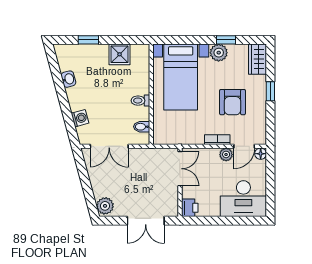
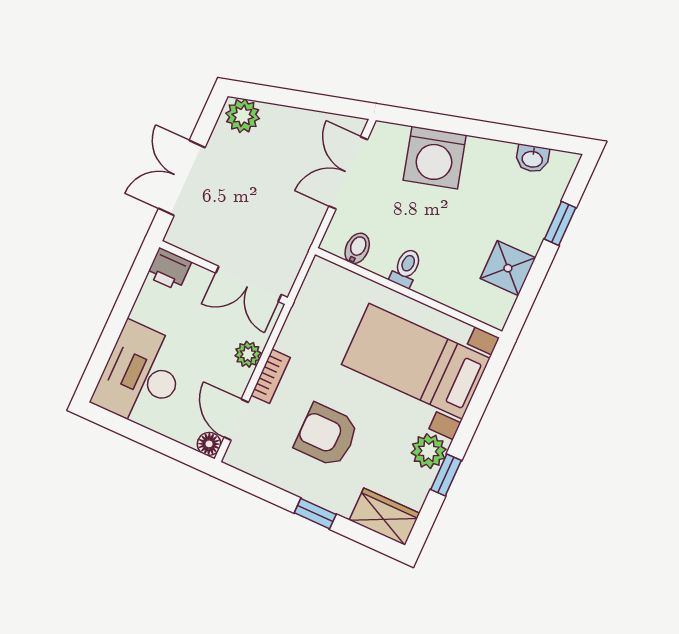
washbasin: (68, 79) -> (532, 159), moved
washing machine: (80, 118) -> (435, 158), width x1.89, depth x1.89
plant: (226, 154) -> (248, 354), moved

